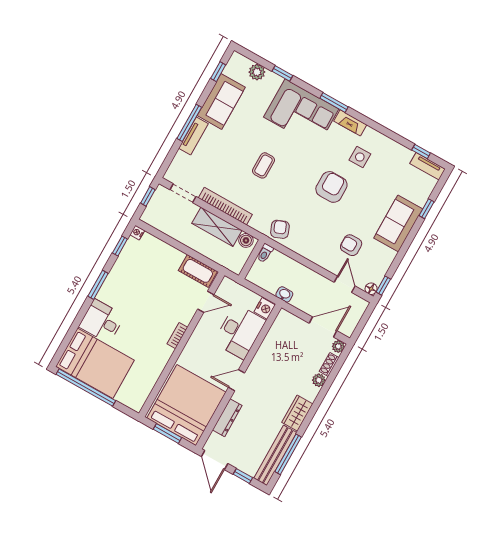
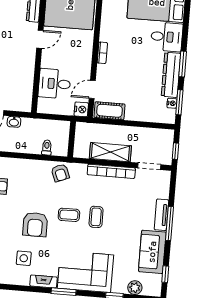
coffee table: (291, 181) -> (69, 215), added
nightstand: (137, 233) -> (172, 103), moved
boiler: (246, 240) -> (83, 152), removed
window: (120, 246) -> (179, 102), width x1.50
toilet: (265, 253) -> (47, 147), moved
dresser: (116, 279) -> (171, 75), added
washbasin: (284, 294) -> (14, 122), moved
nightstand: (265, 308) -> (81, 109), moved, turned 180
desk: (240, 332) -> (55, 84), width x0.73

